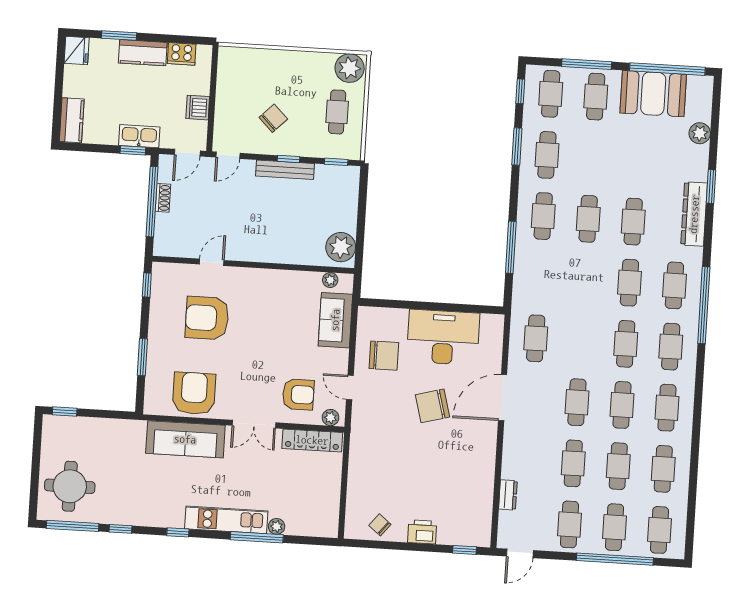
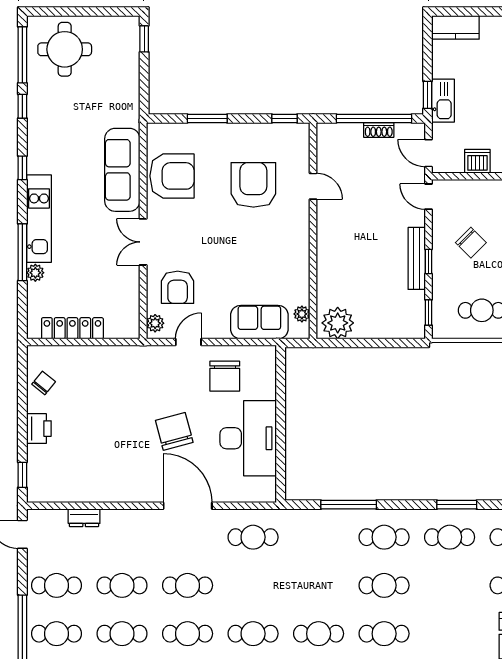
locker: (312, 440) -> (72, 328), moved, turned 90

